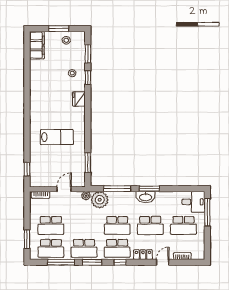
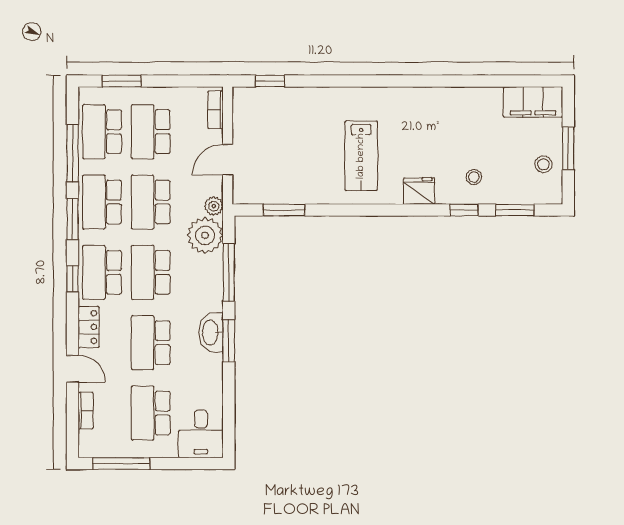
lab bench: (57, 137) -> (361, 156), moved
door: (64, 189) -> (228, 160), swing flipped
window: (207, 212) -> (121, 464), moved
school desk: (84, 225) -> (151, 202), added

